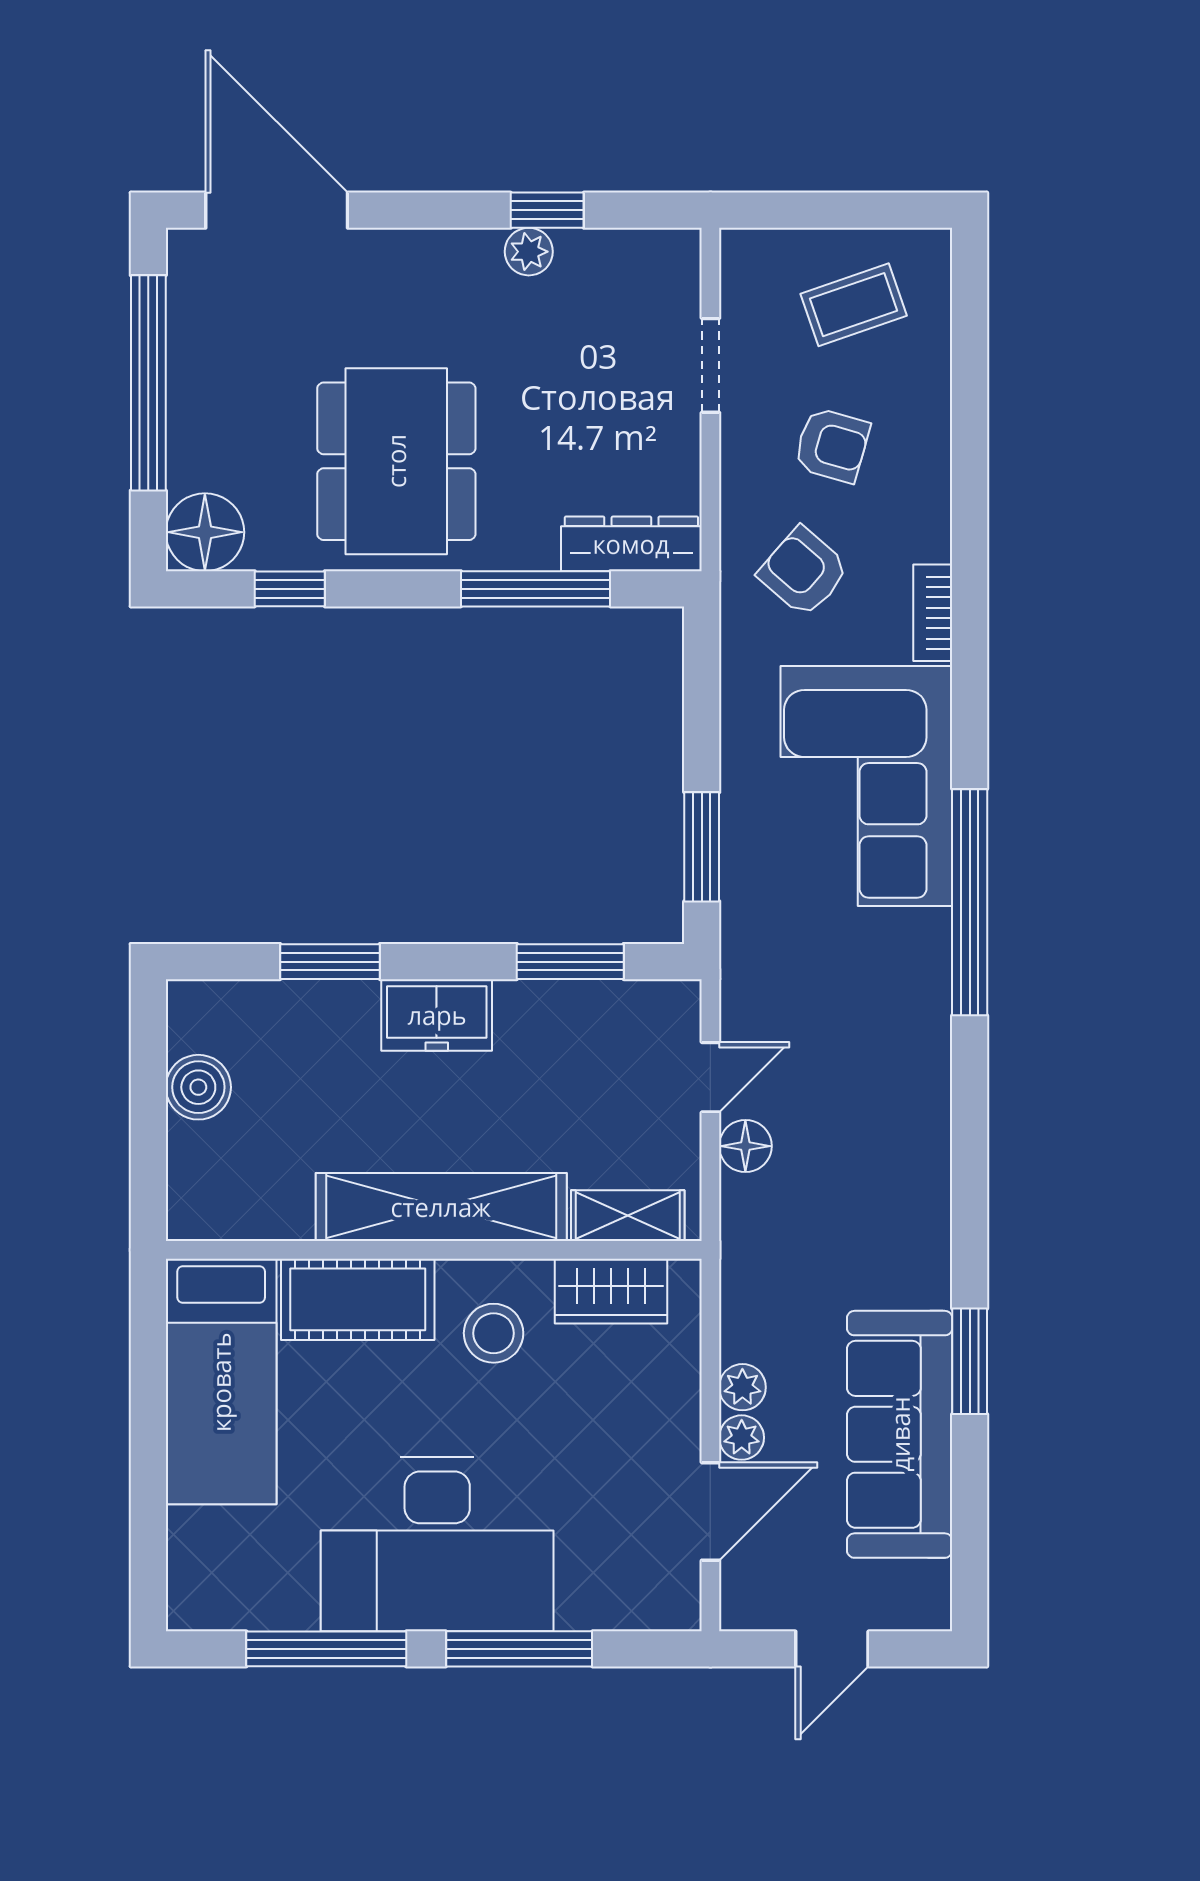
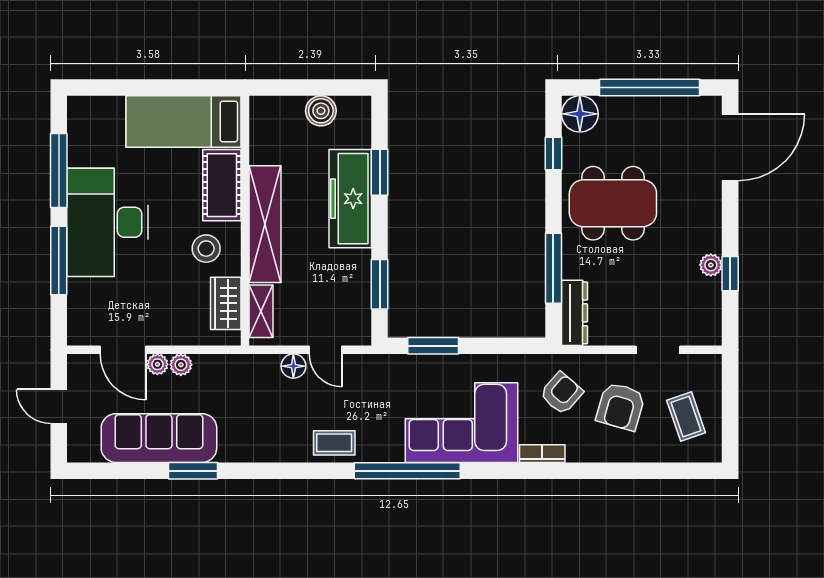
armchair: (832, 445) -> (621, 406), width x1.38, depth x1.38
freezer: (437, 1015) -> (350, 199), width x1.91, depth x1.26
coffee table: (910, 1059) -> (334, 443), added

